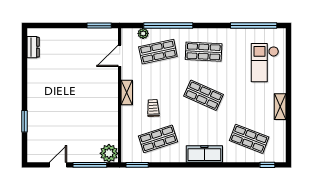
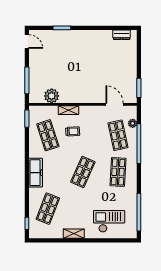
shelving: (127, 92) -> (68, 110), moved
plant: (109, 153) -> (52, 96), moved
door: (58, 165) -> (27, 42), moved

